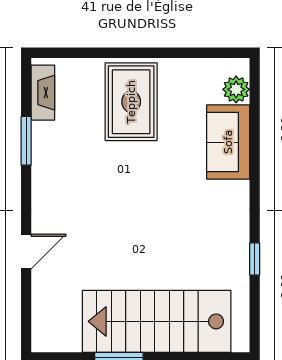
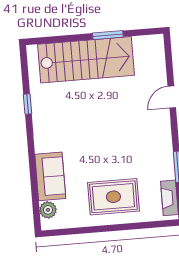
rug: (131, 102) -> (113, 197), turned 90

